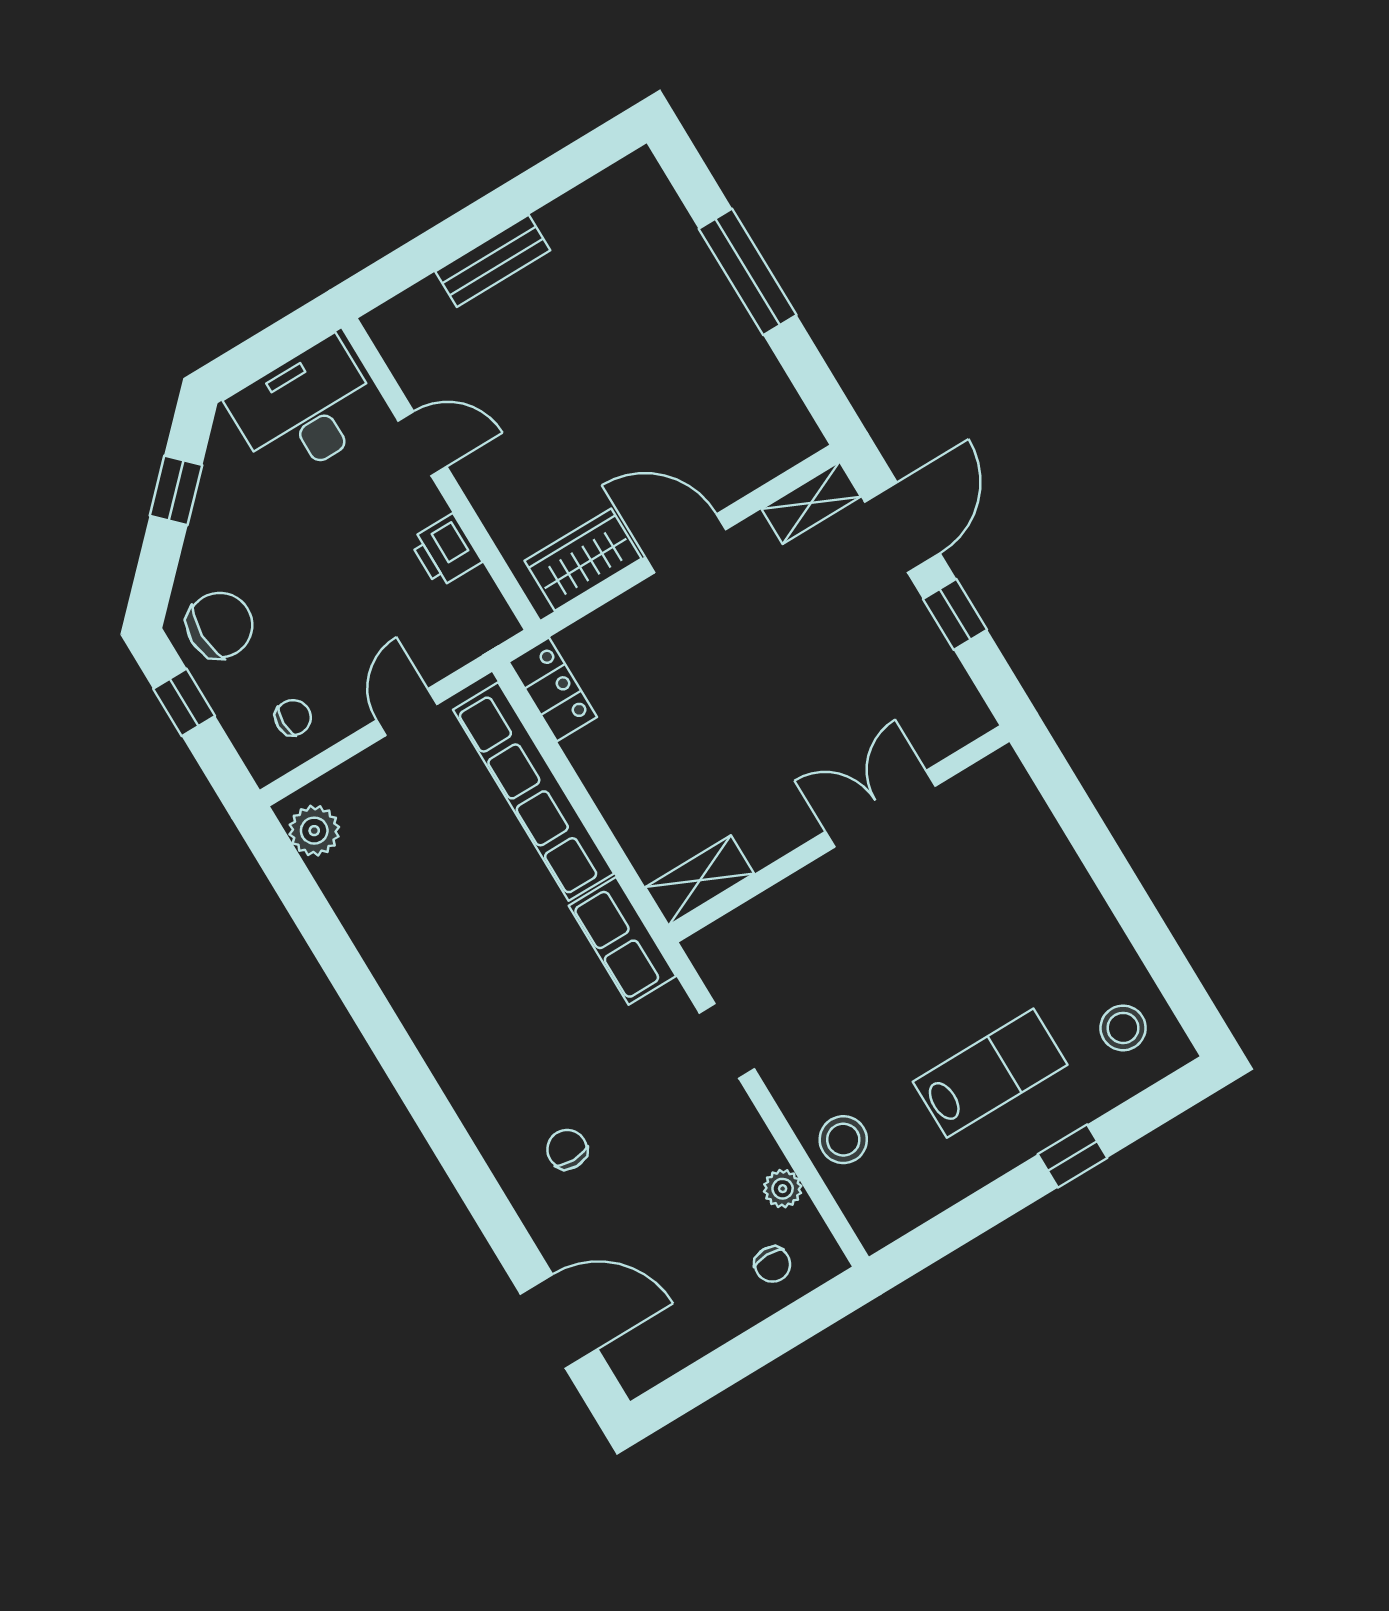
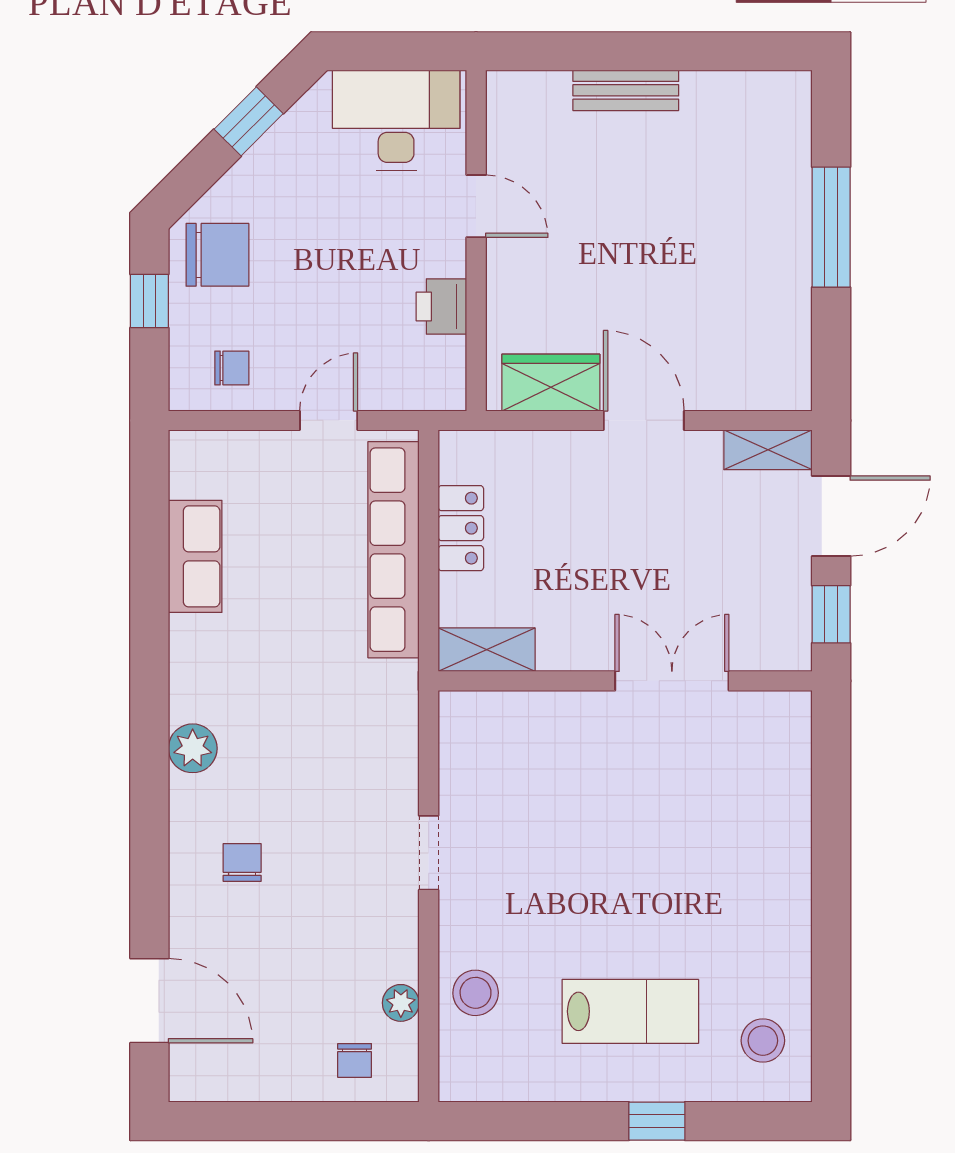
locker: (553, 689) -> (461, 528), moved
double door: (880, 809) -> (672, 681), moved
plant: (314, 831) -> (193, 748), moved
wall: (839, 834) -> (625, 681), moved
shelving: (700, 880) -> (487, 650), moved
row of seats: (622, 941) -> (195, 556), moved, turned 180

